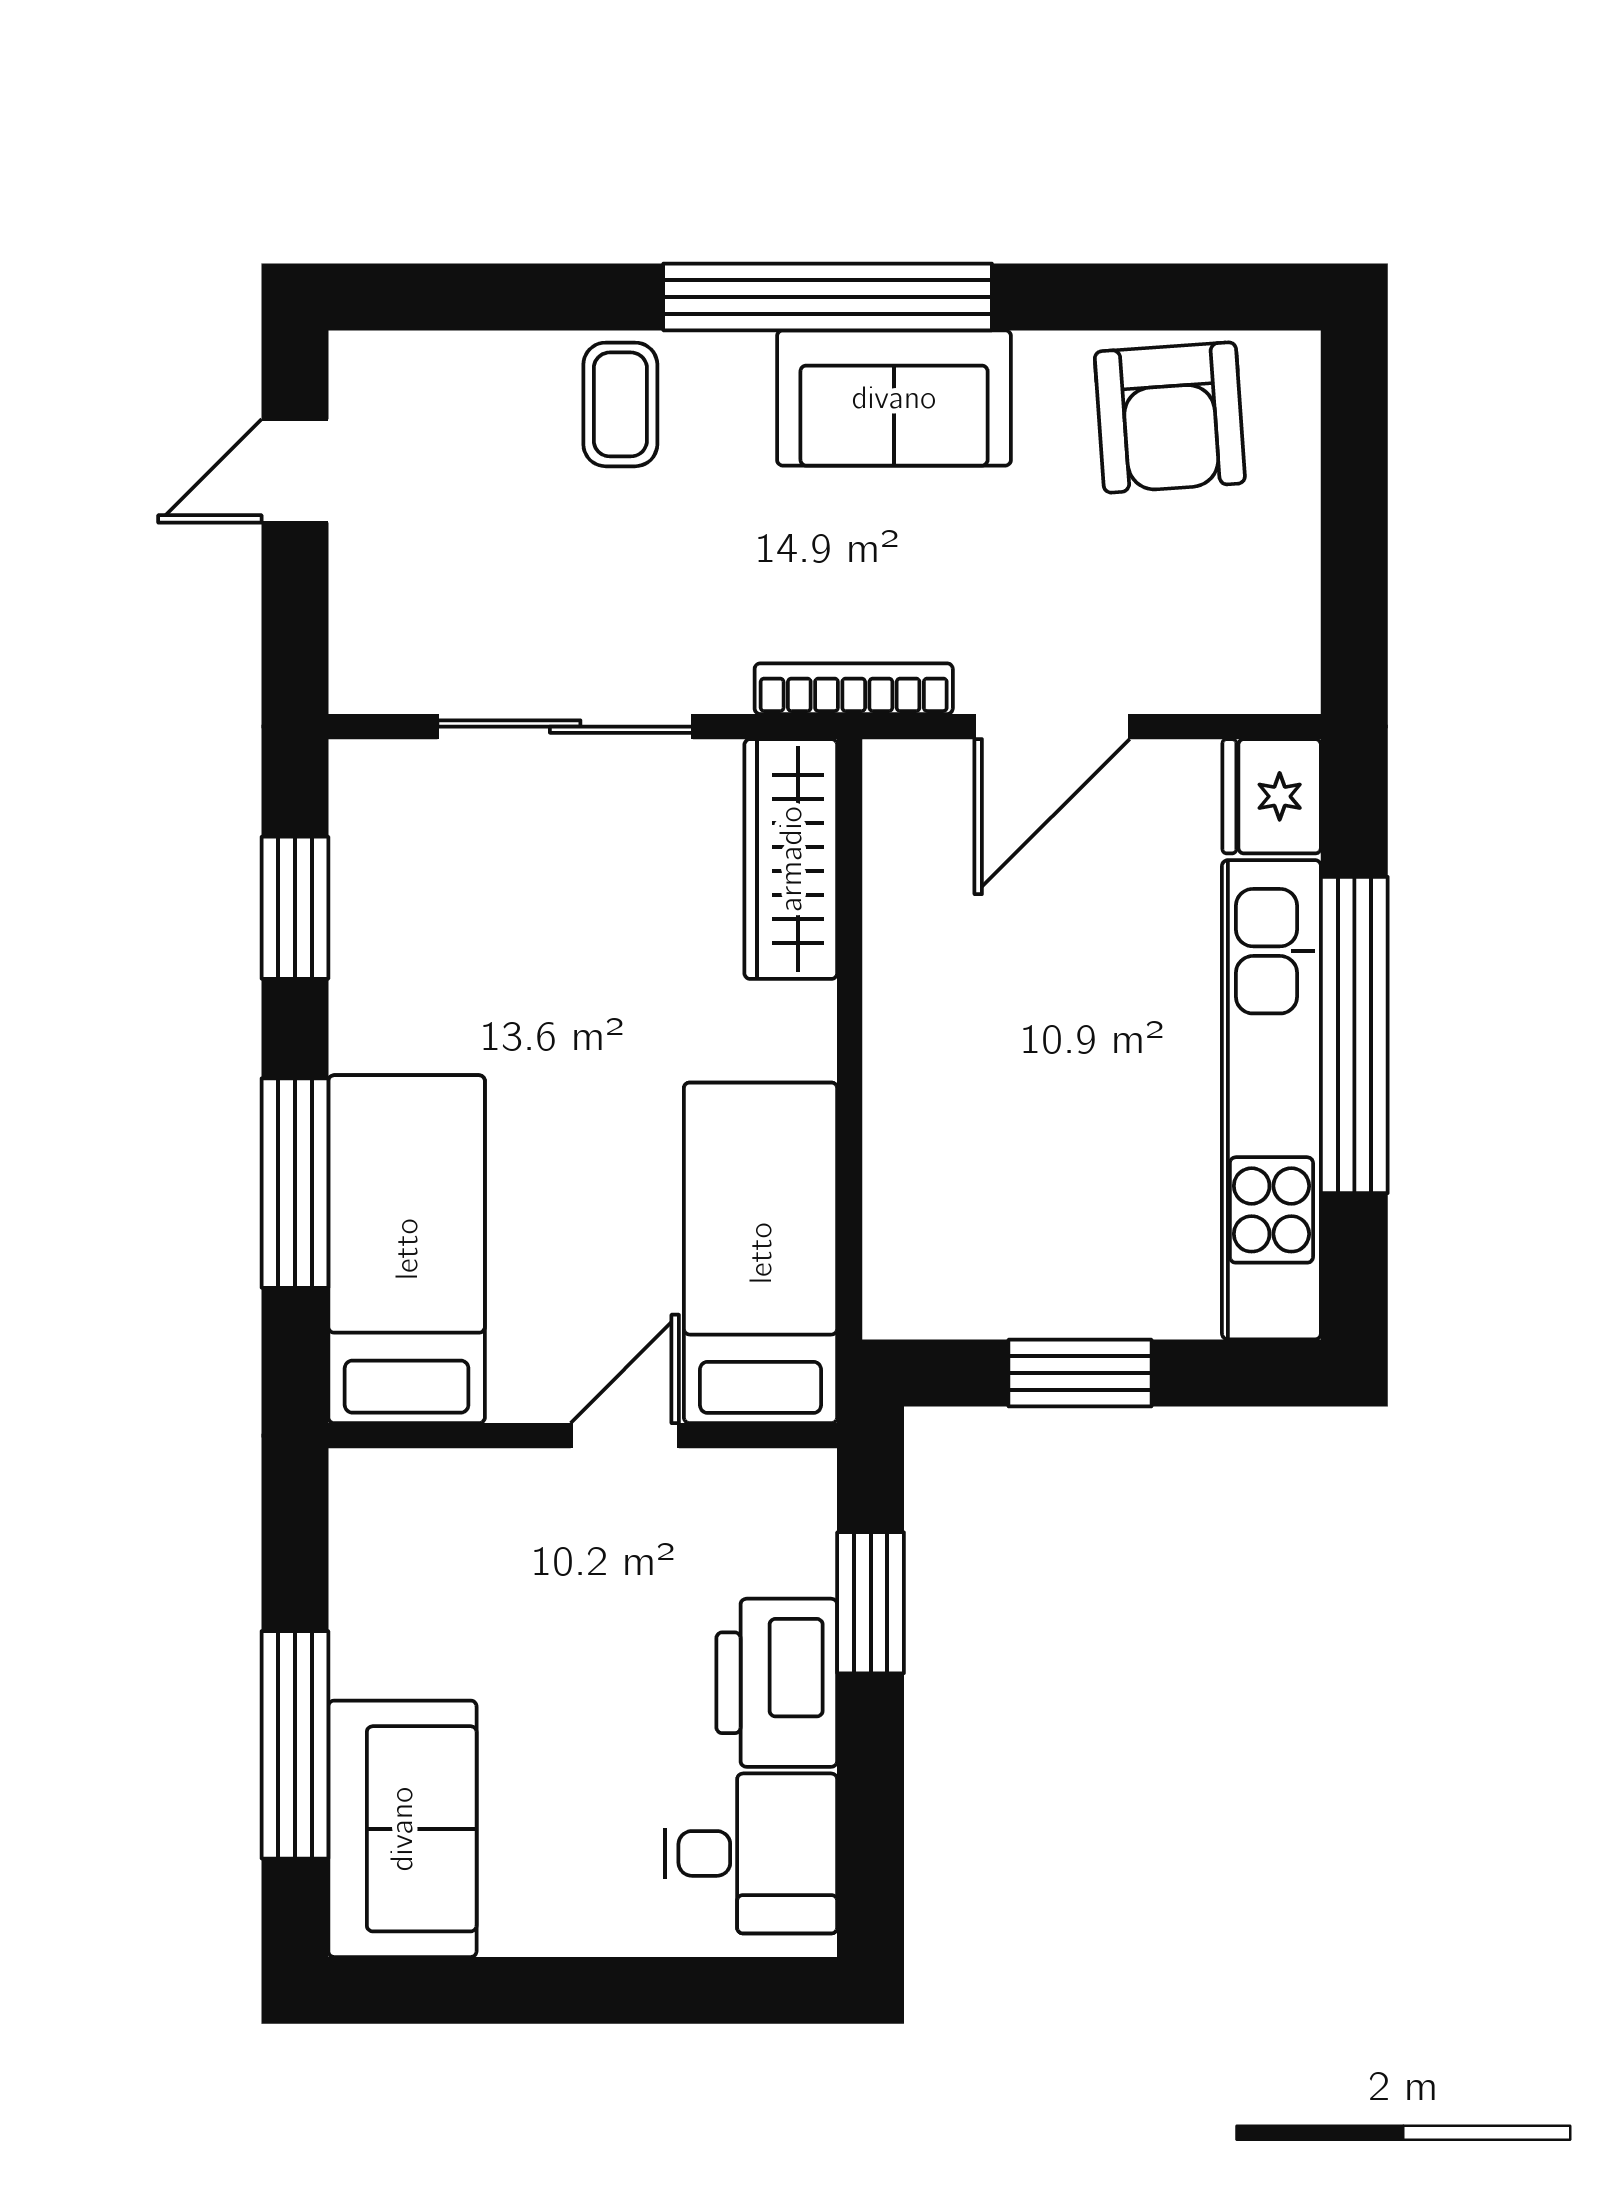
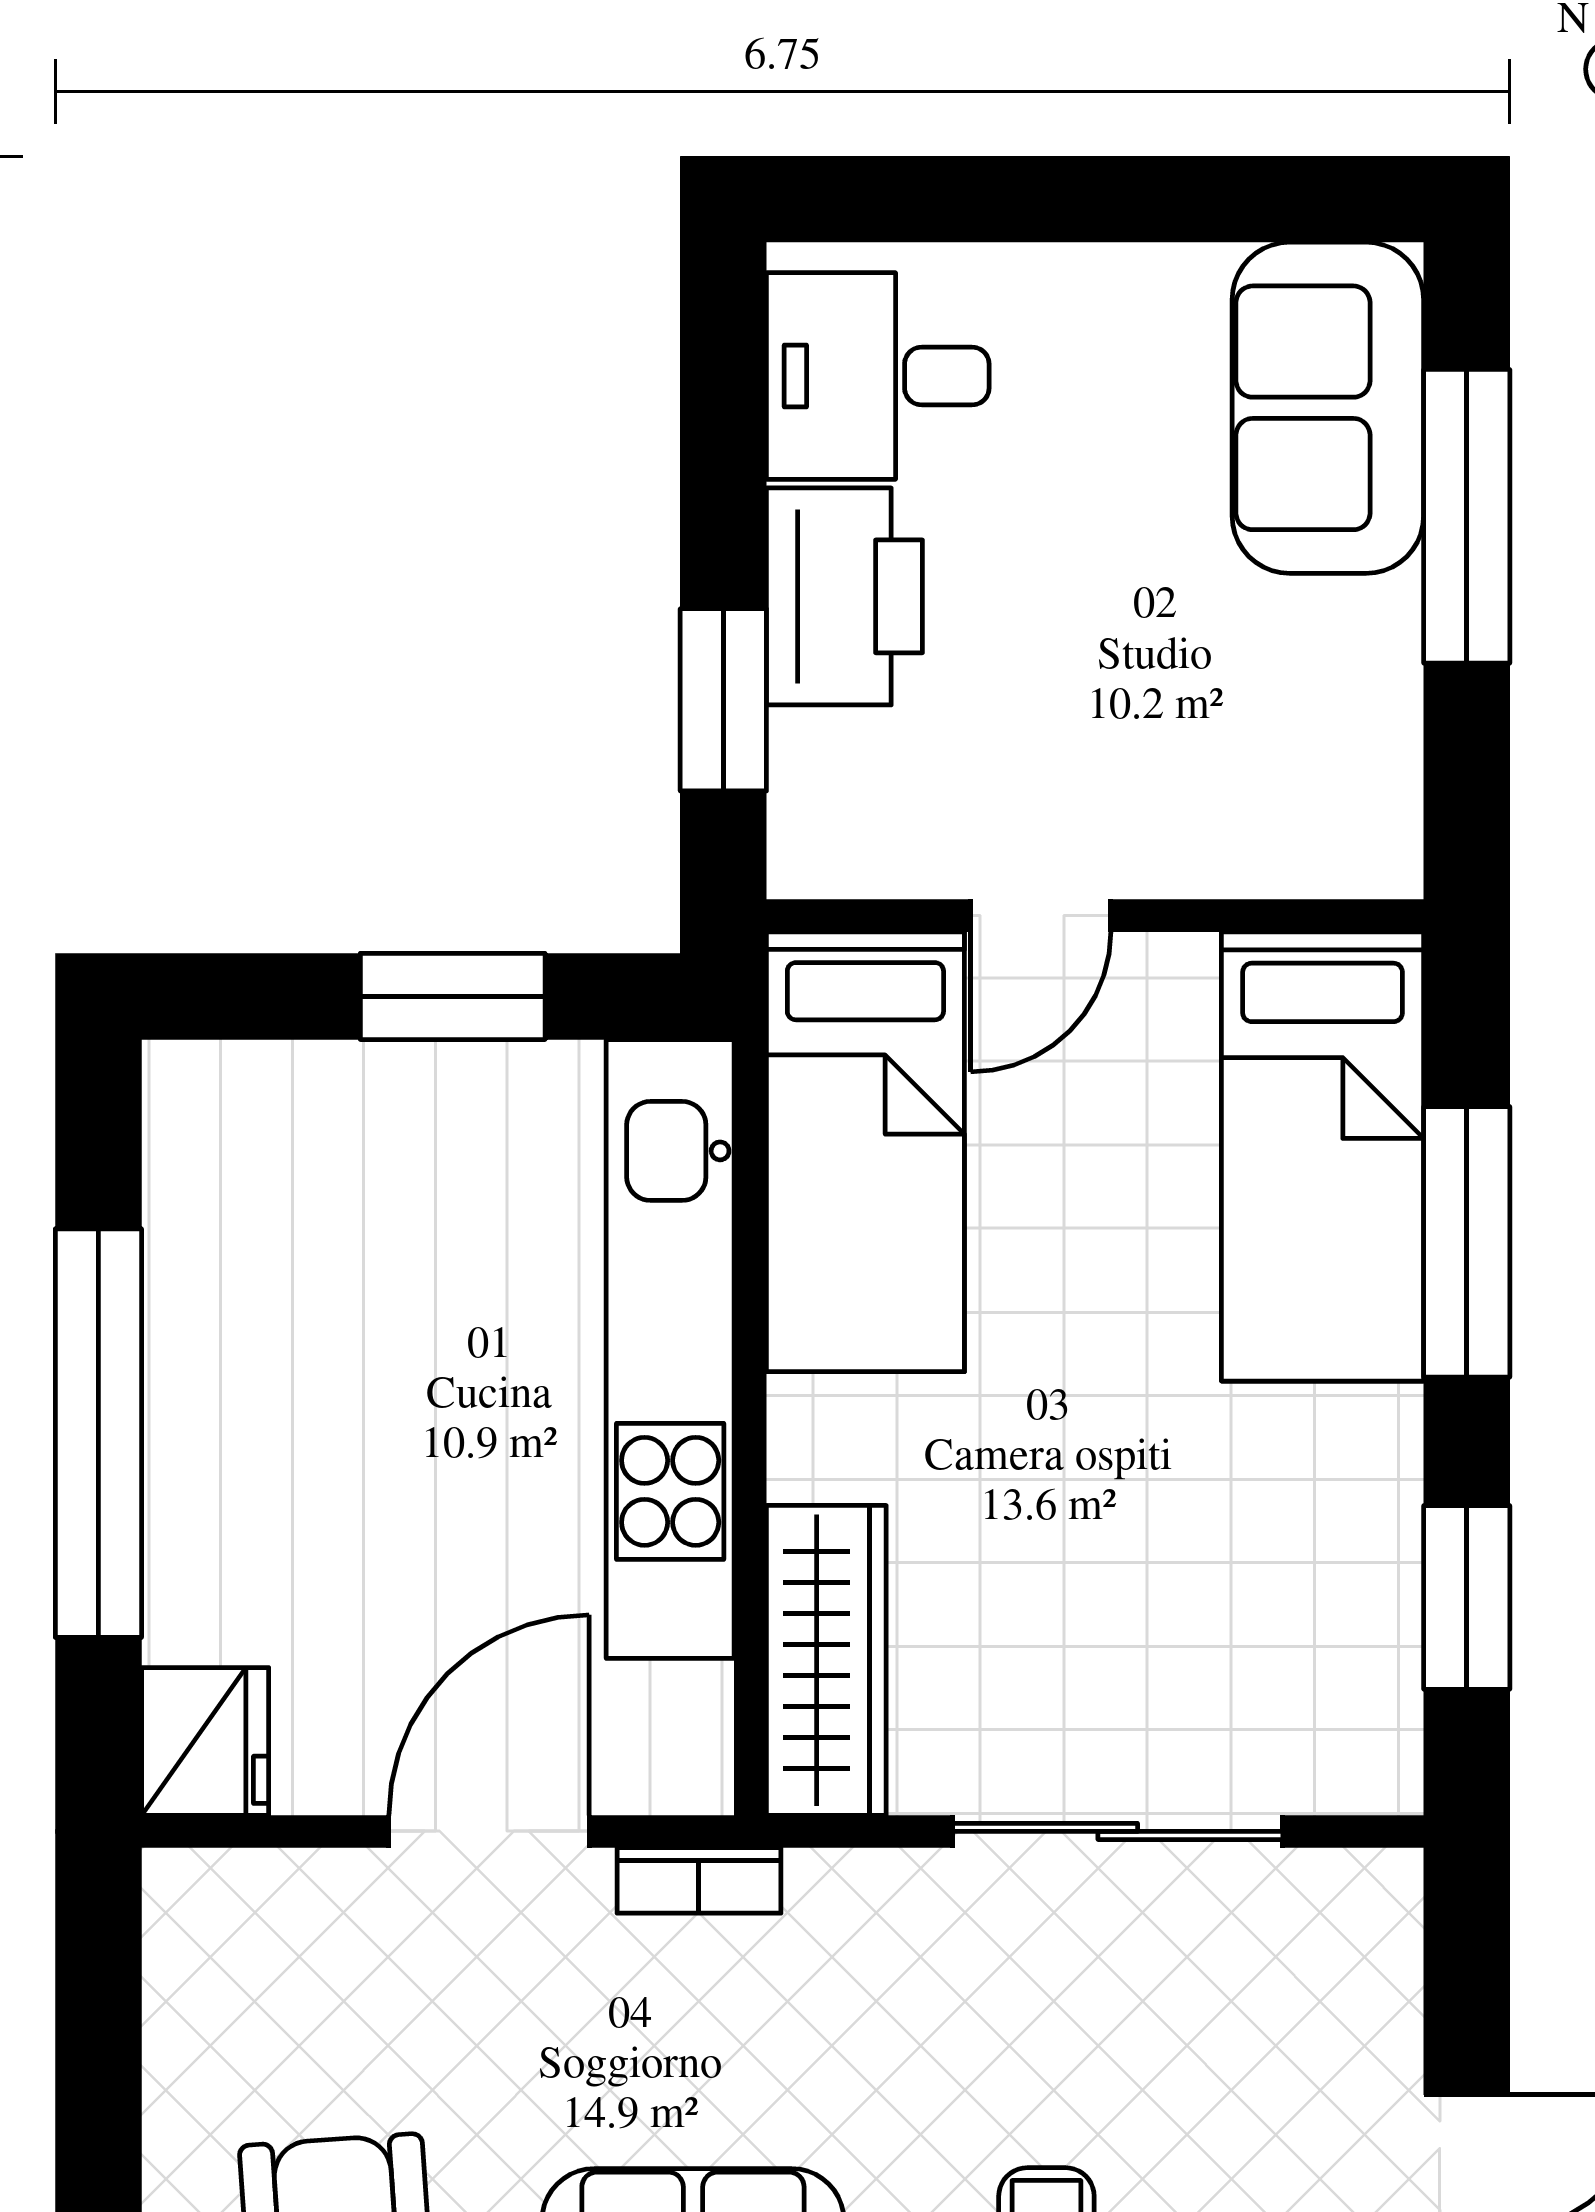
bookcase: (854, 689) -> (699, 1880), width x0.64
kitchen unit: (1271, 1100) -> (670, 1349), moved, turned 180

